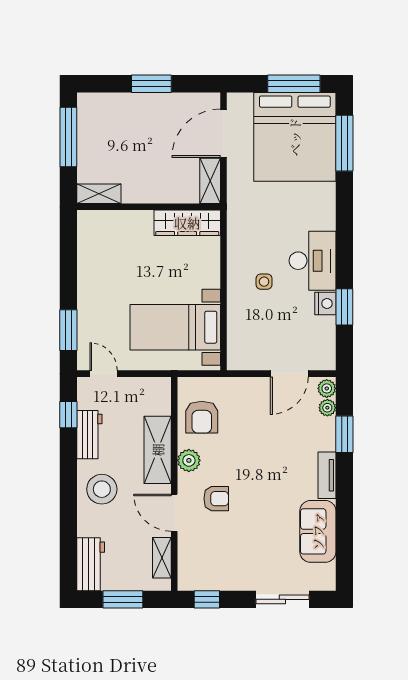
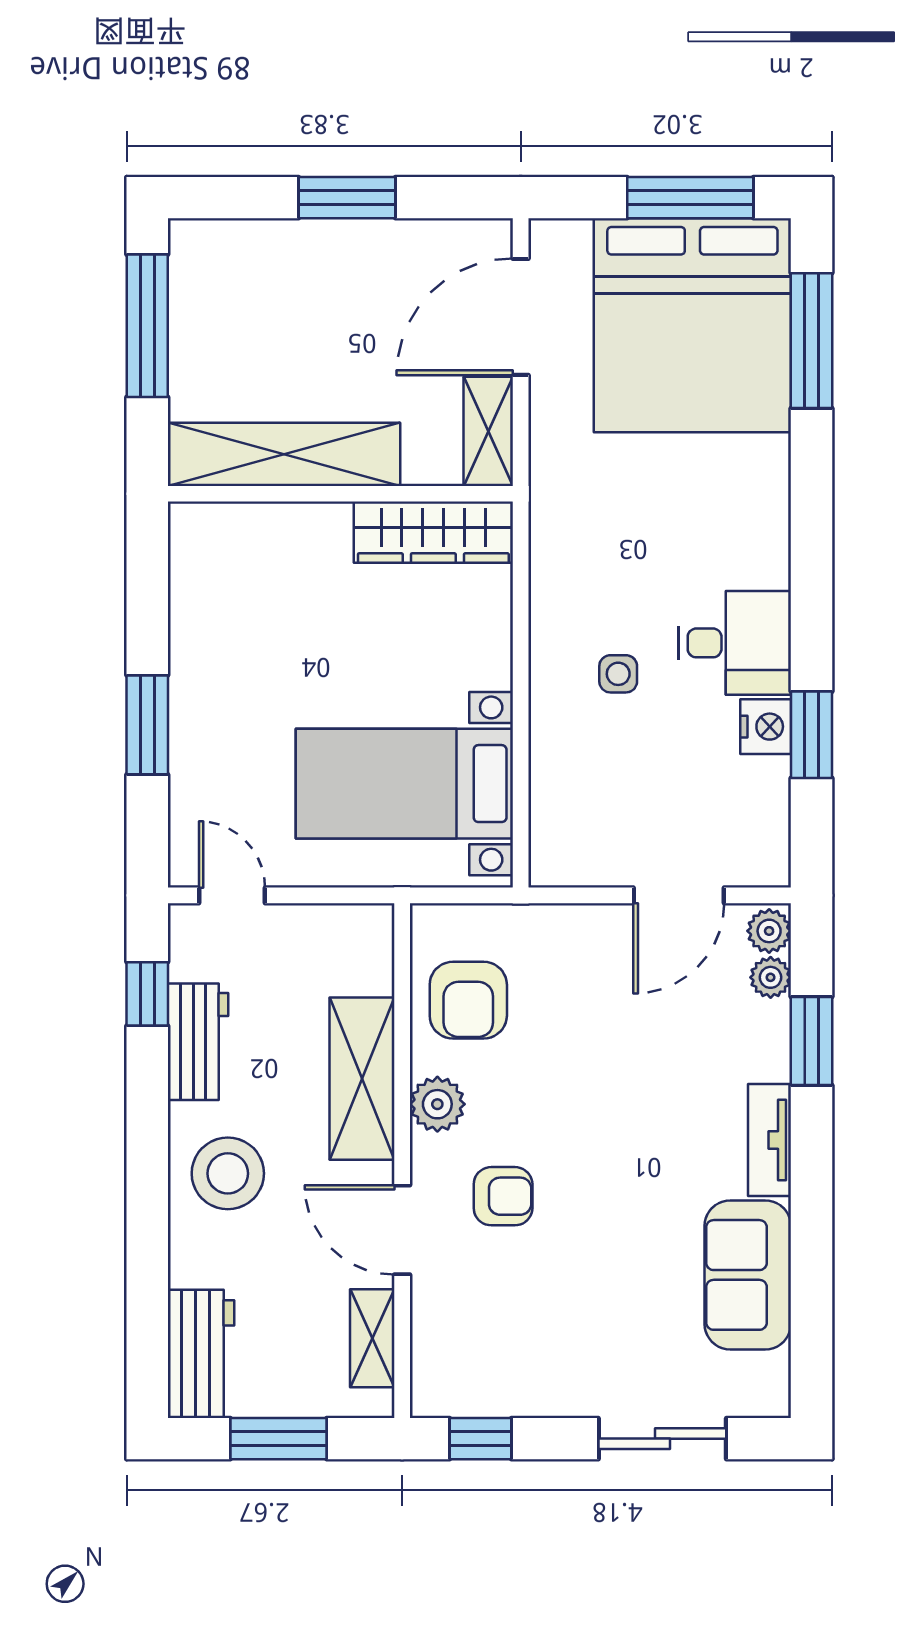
shelving: (99, 194) -> (284, 454), width x2.20, depth x1.33
desk: (313, 261) -> (735, 643), width x0.73
window: (68, 330) -> (147, 725), moved

